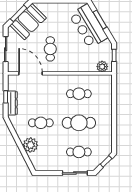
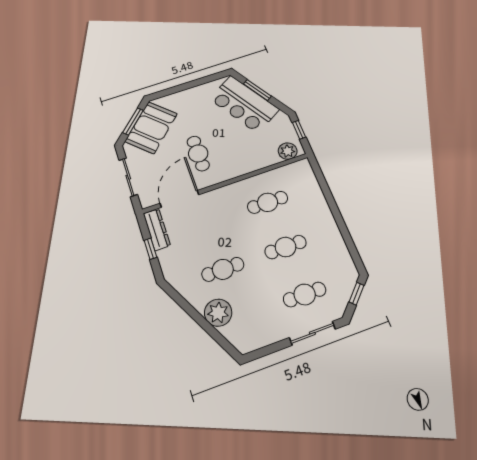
door: (31, 73) -> (179, 199), hinge flipped
dresser: (12, 103) -> (157, 230), moved
cafe table: (79, 123) -> (286, 247), width x0.73, depth x0.74

